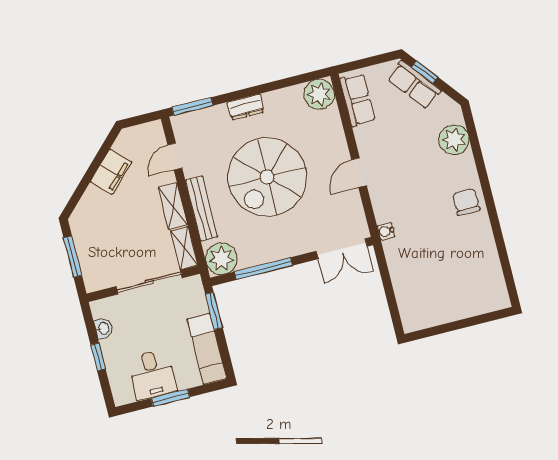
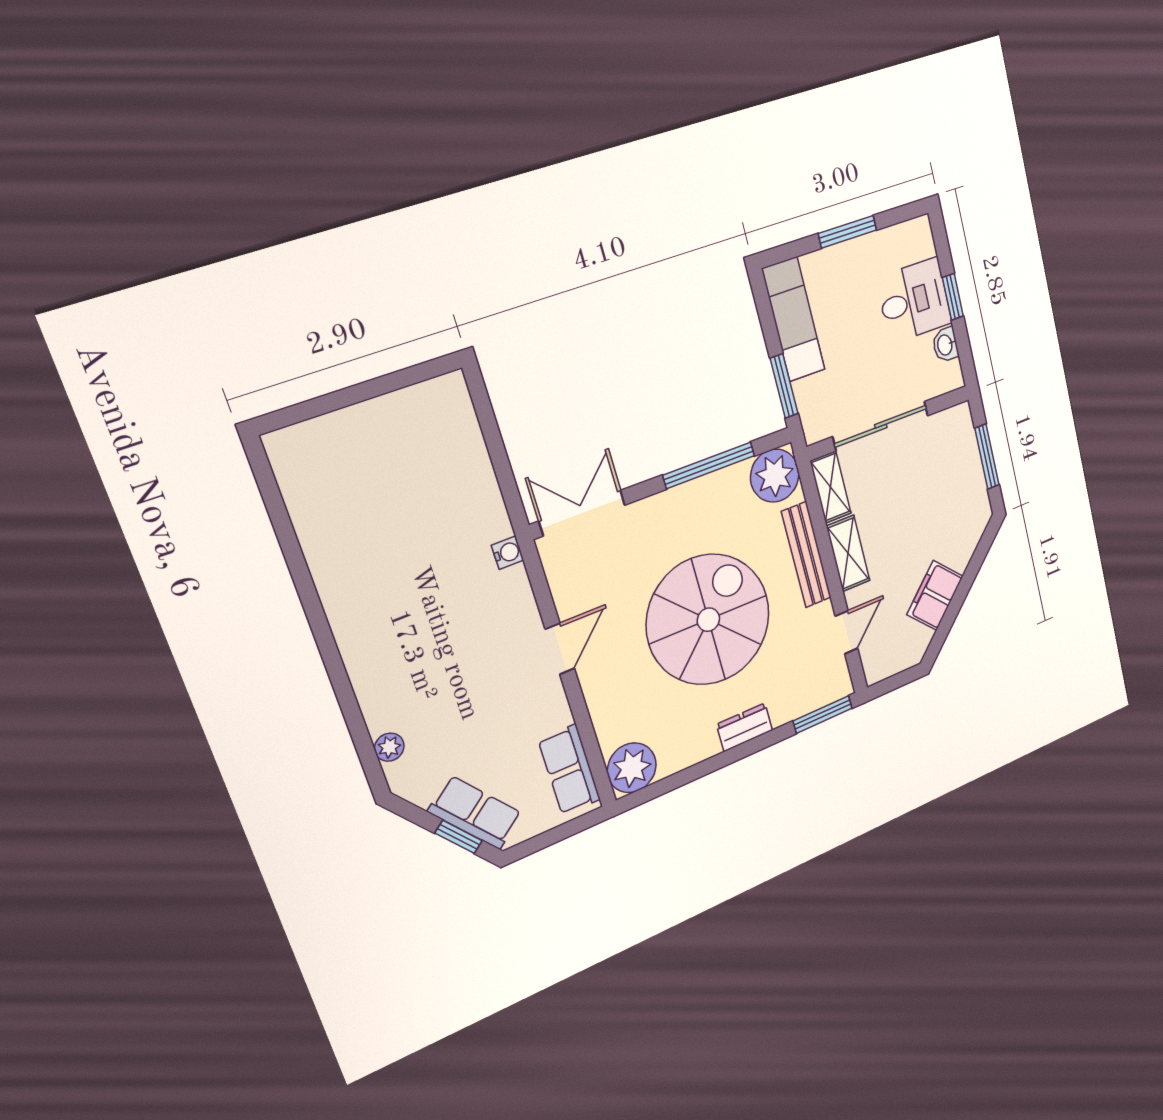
plant: (454, 140) -> (389, 747), width x0.53, depth x0.53
chair: (466, 202) -> (365, 624), removed
desk: (152, 375) -> (914, 301), moved, turned 90

